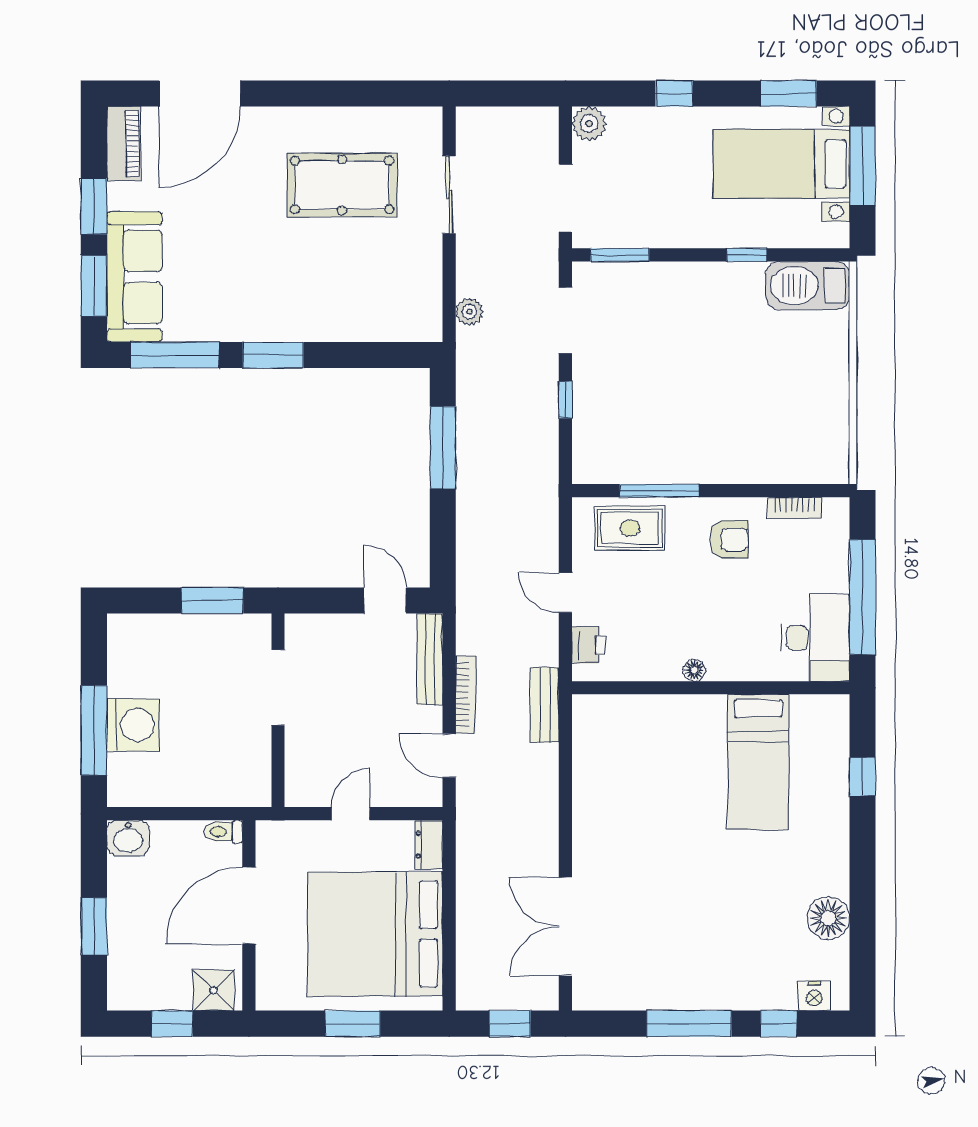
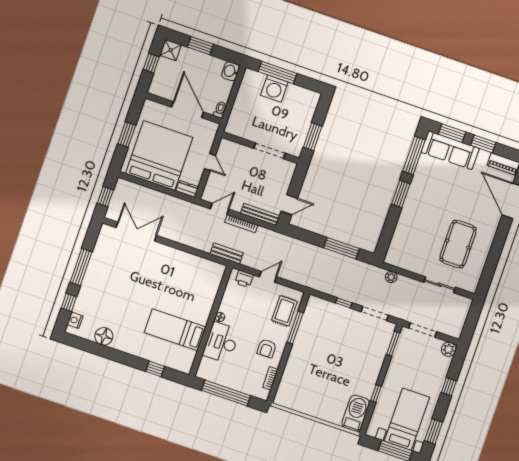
desk: (815, 638) -> (221, 343), moved, turned 90
shower: (214, 990) -> (171, 50), moved

